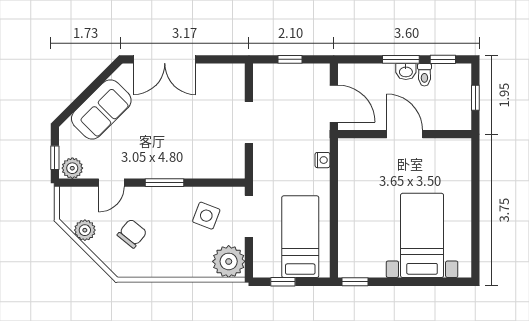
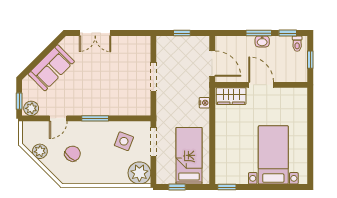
double door: (165, 59) -> (95, 33), width x0.73
toilet: (424, 75) -> (297, 44), moved
wardrobe: (361, 151) -> (231, 96), added

